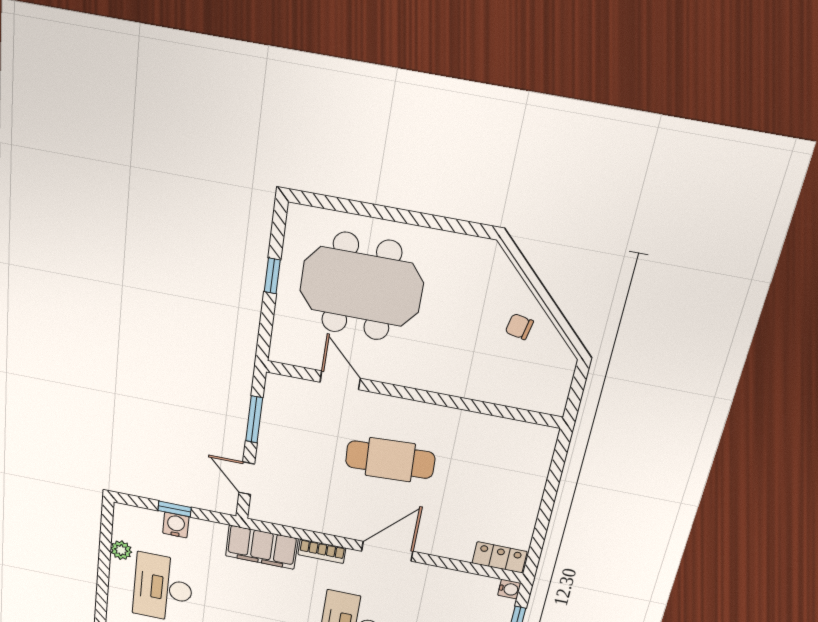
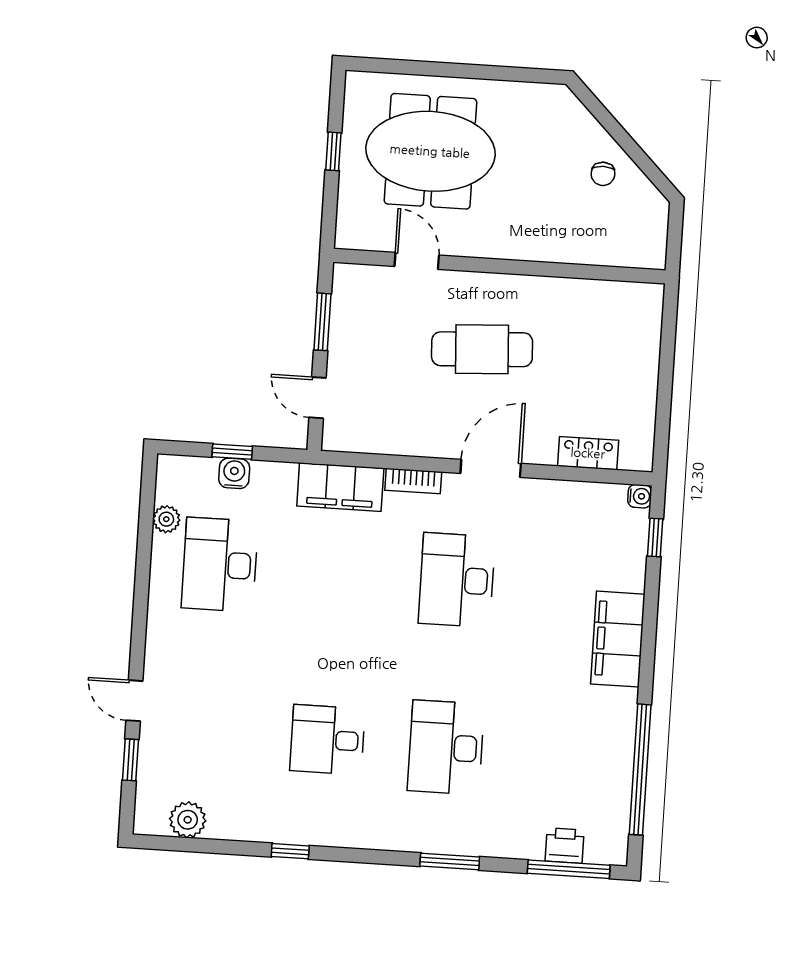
chair: (519, 327) -> (603, 174), turned -101
locker: (500, 557) -> (588, 453), moved

